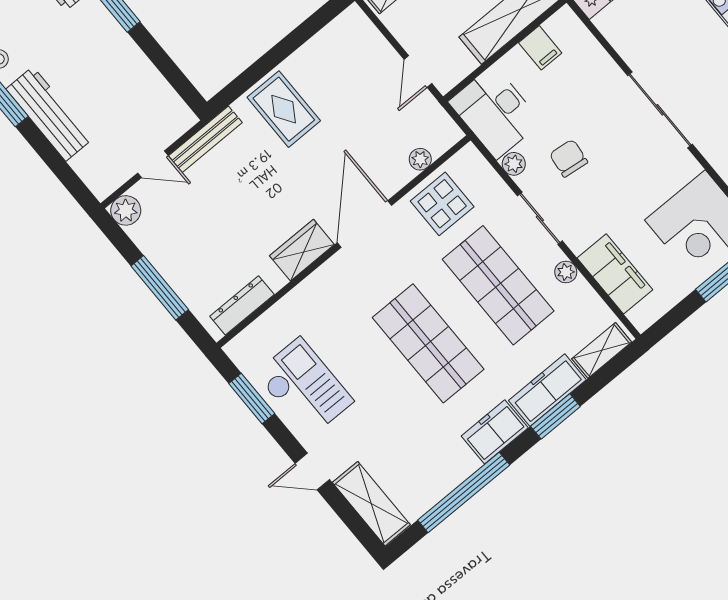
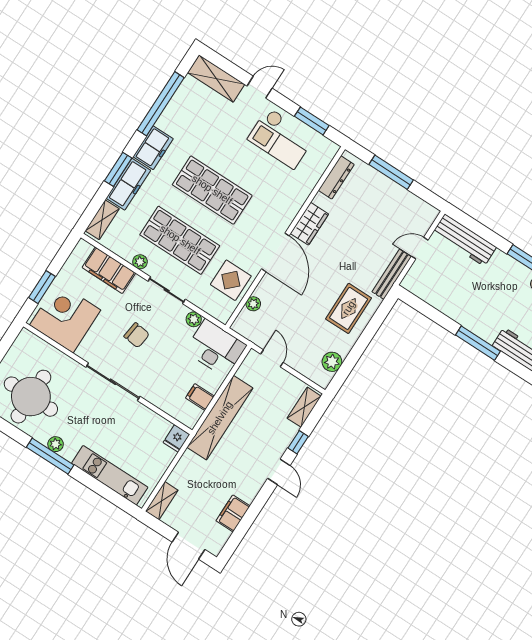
rug: (284, 109) -> (349, 308), turned 90
workbench: (49, 114) -> (464, 240), moved
chair: (569, 158) -> (137, 335), moved
plant: (126, 210) -> (332, 362), moved

